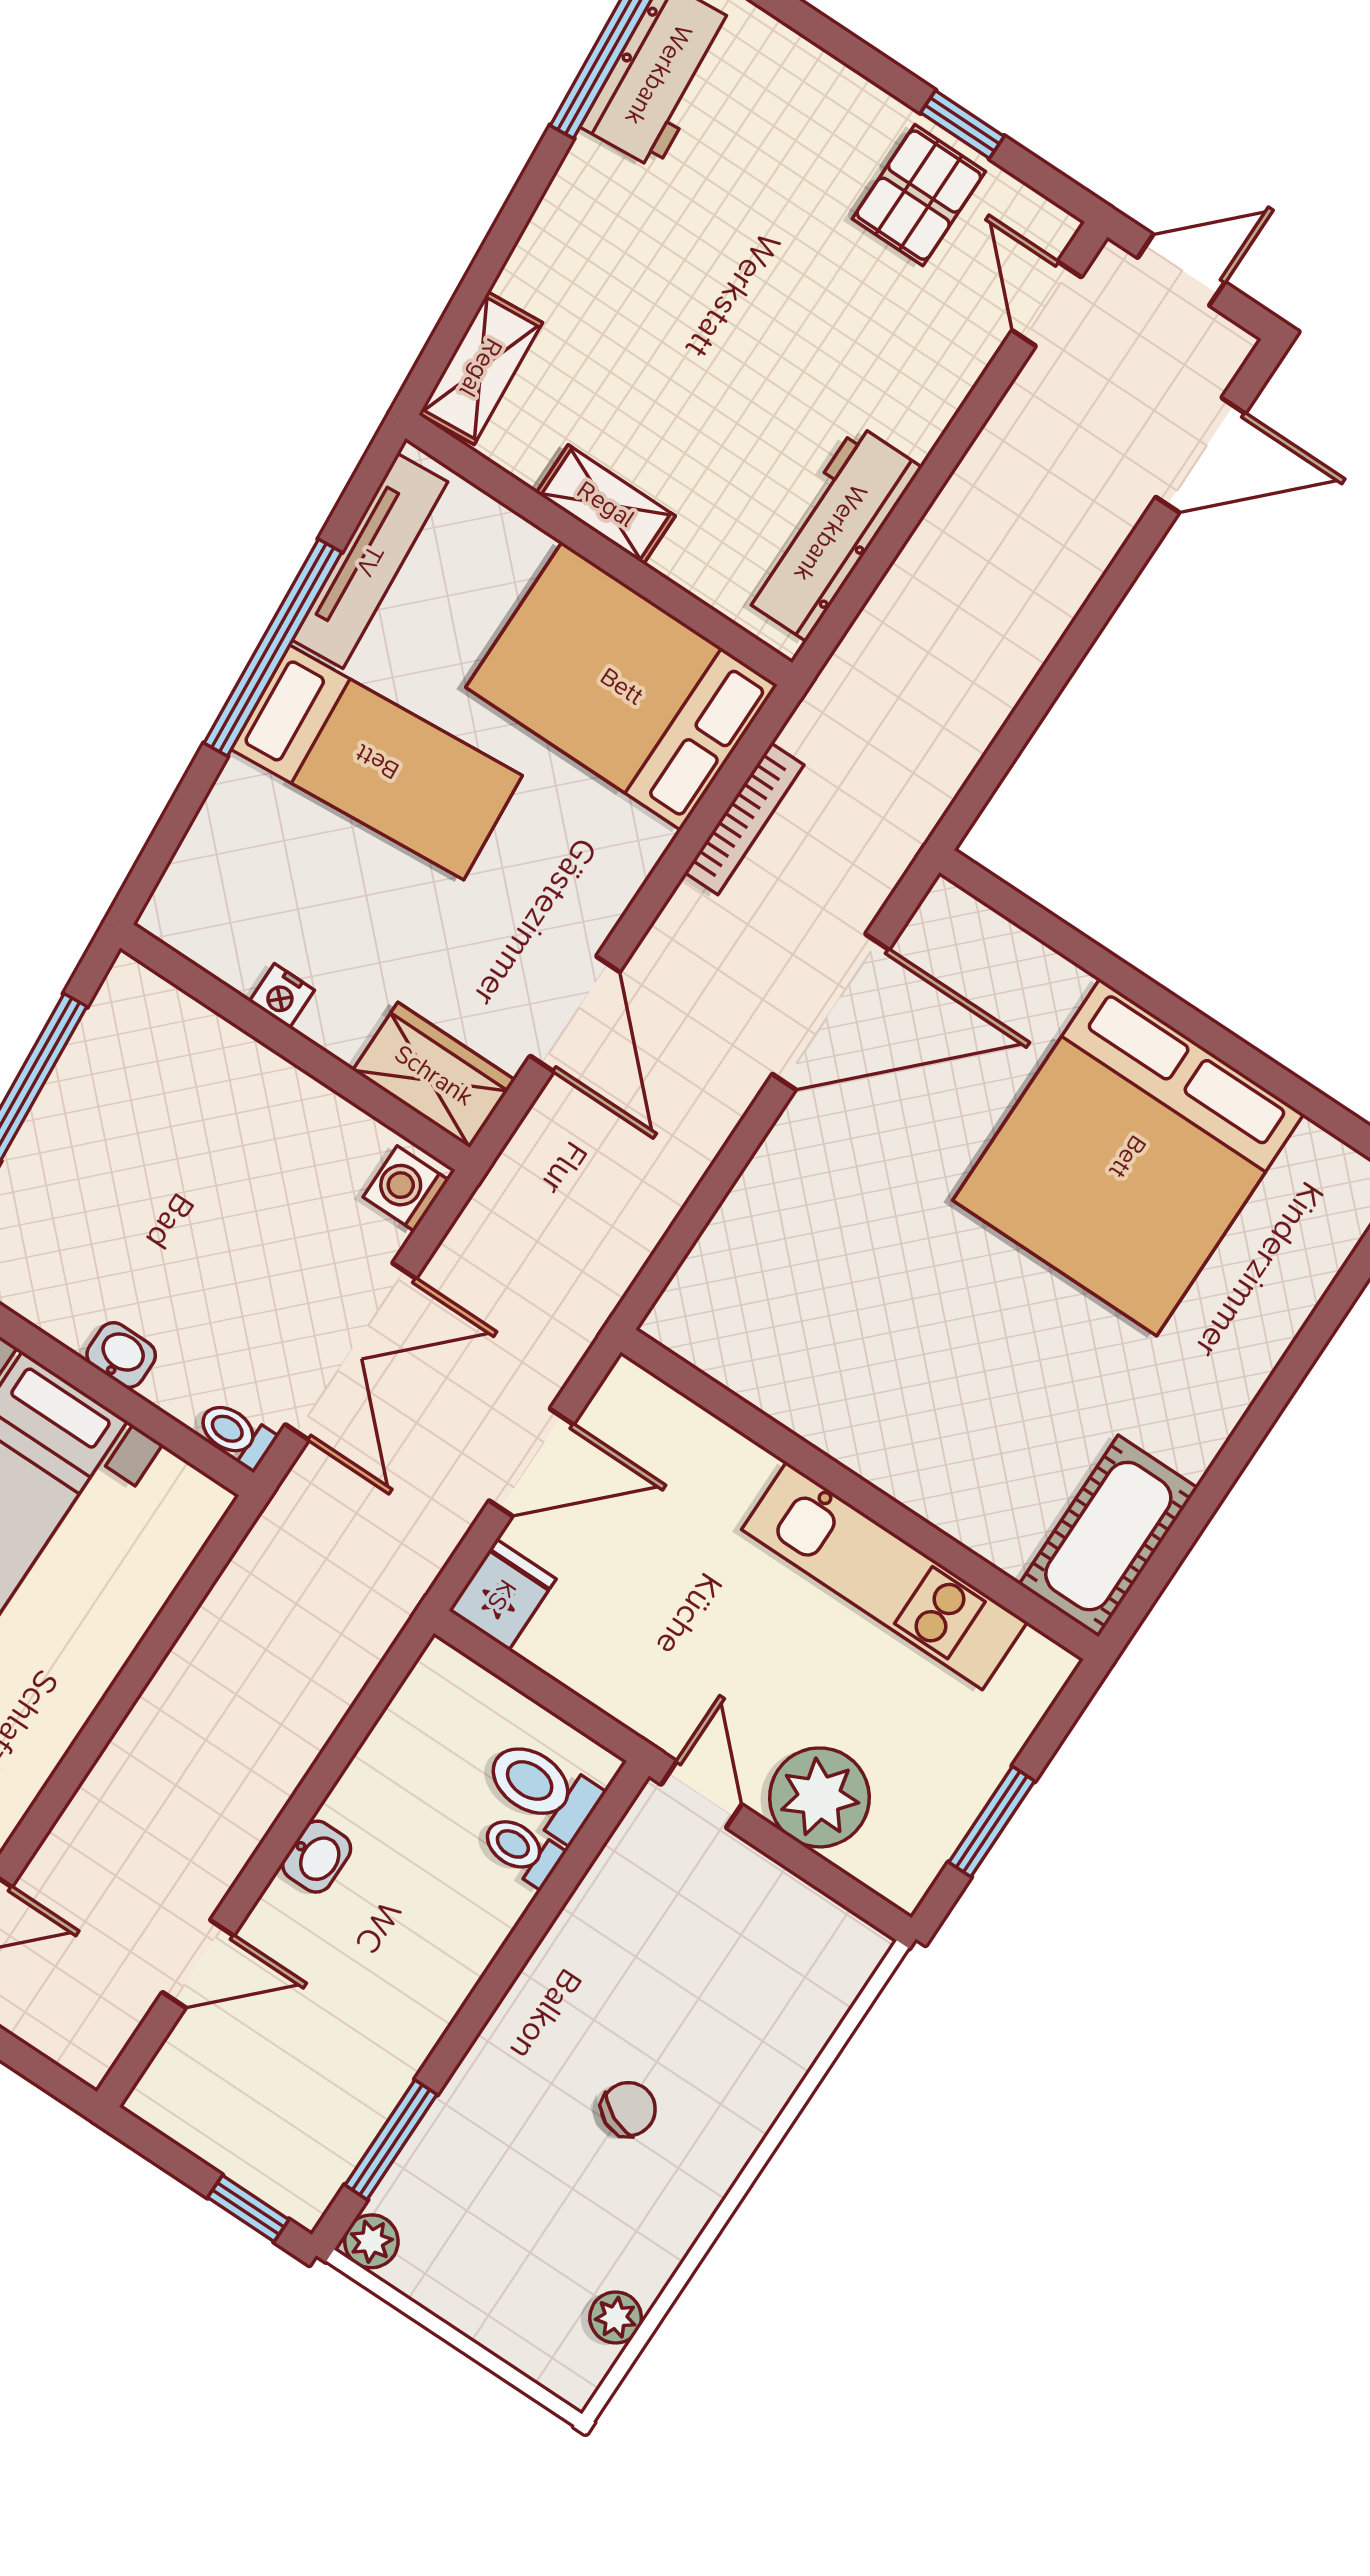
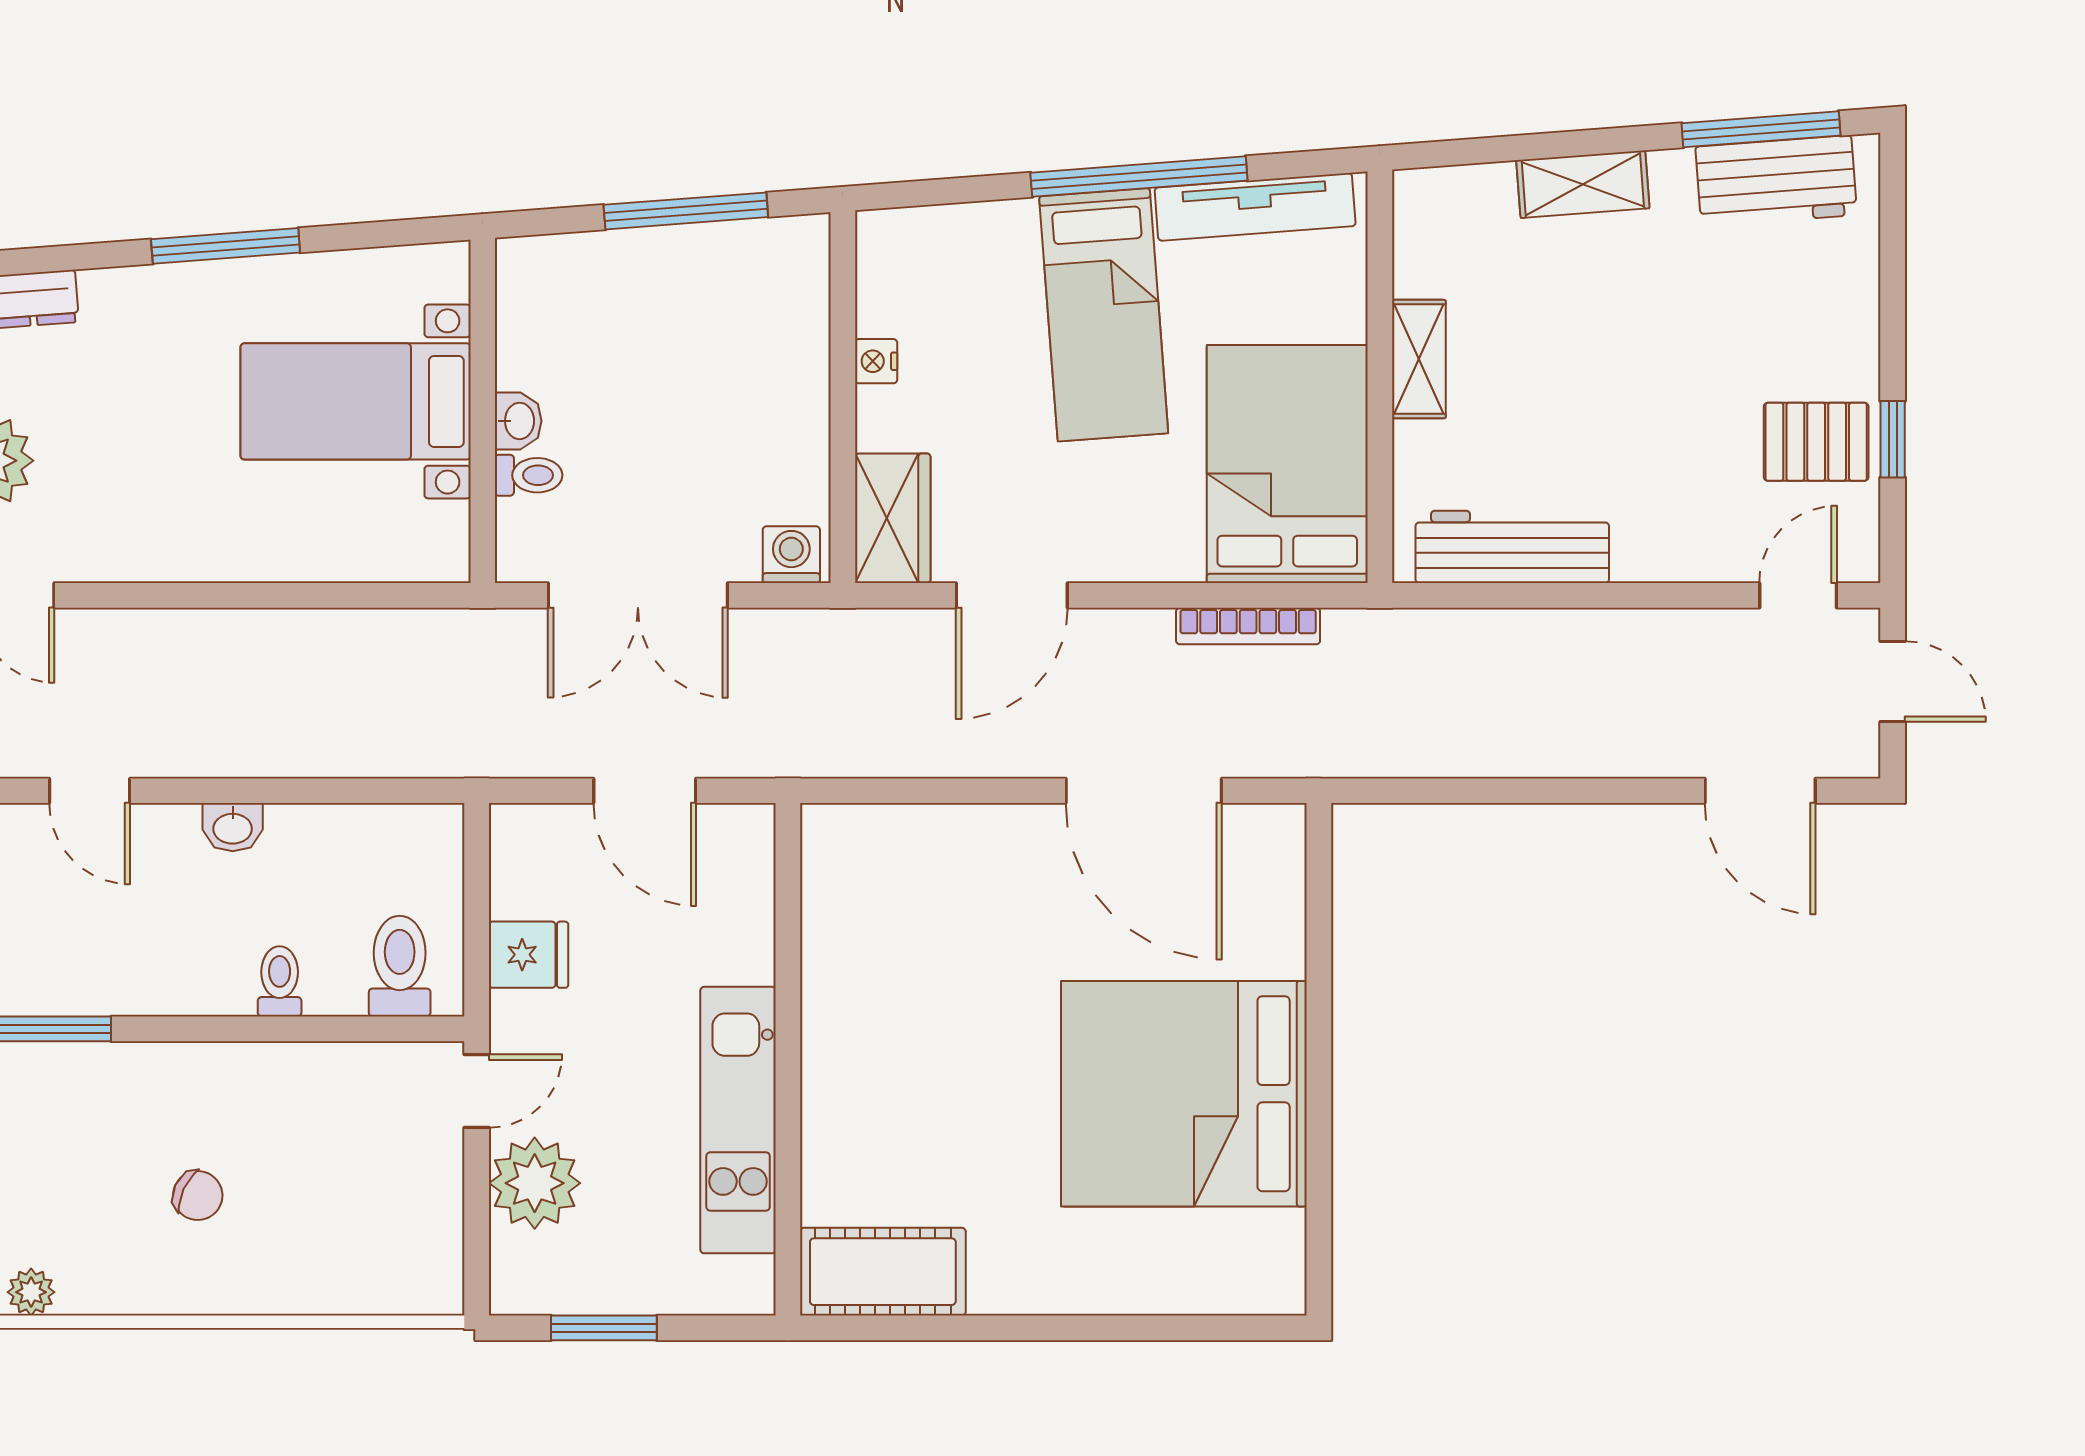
shelving: (481, 368) -> (1583, 184), moved
toilet: (236, 1434) -> (529, 475), moved, turned 90
fridge: (502, 1595) -> (529, 955), moved
toilet: (522, 1850) -> (280, 981), moved

